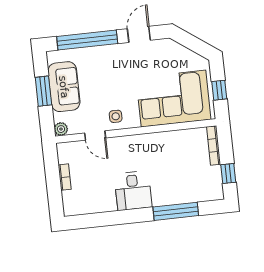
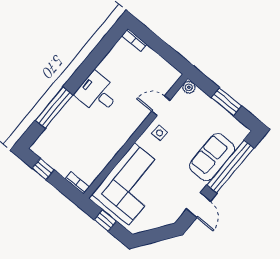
sofa: (64, 87) -> (212, 157), moved, turned 90
bookcase: (214, 145) -> (77, 183), width x0.64
bookcase: (65, 177) -> (134, 40), moved

